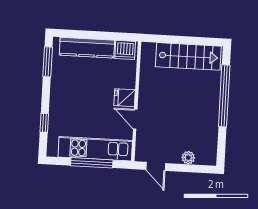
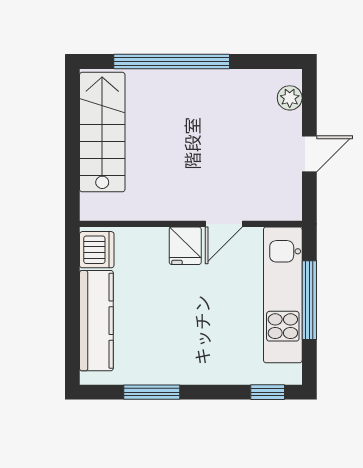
window: (48, 62) -> (152, 392), moved
window: (44, 123) -> (268, 392), moved
plant: (188, 158) -> (290, 98), moved
door: (156, 166) -> (309, 154), moved

